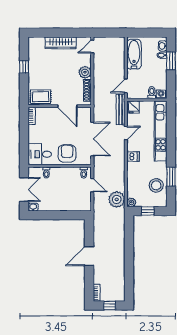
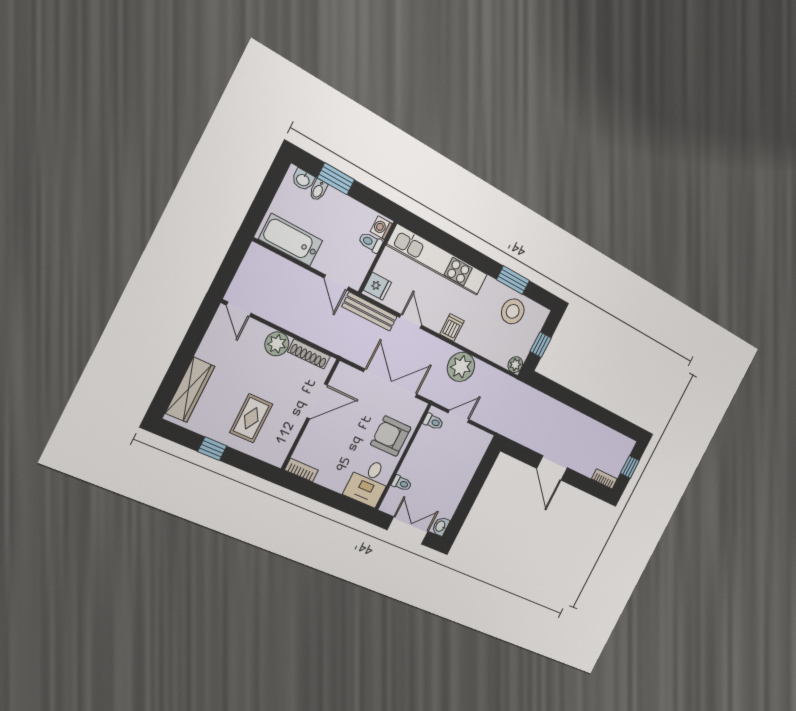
wardrobe: (61, 43) -> (190, 390), moved
rug: (41, 97) -> (251, 418), moved
plant: (117, 199) -> (461, 367), moved

